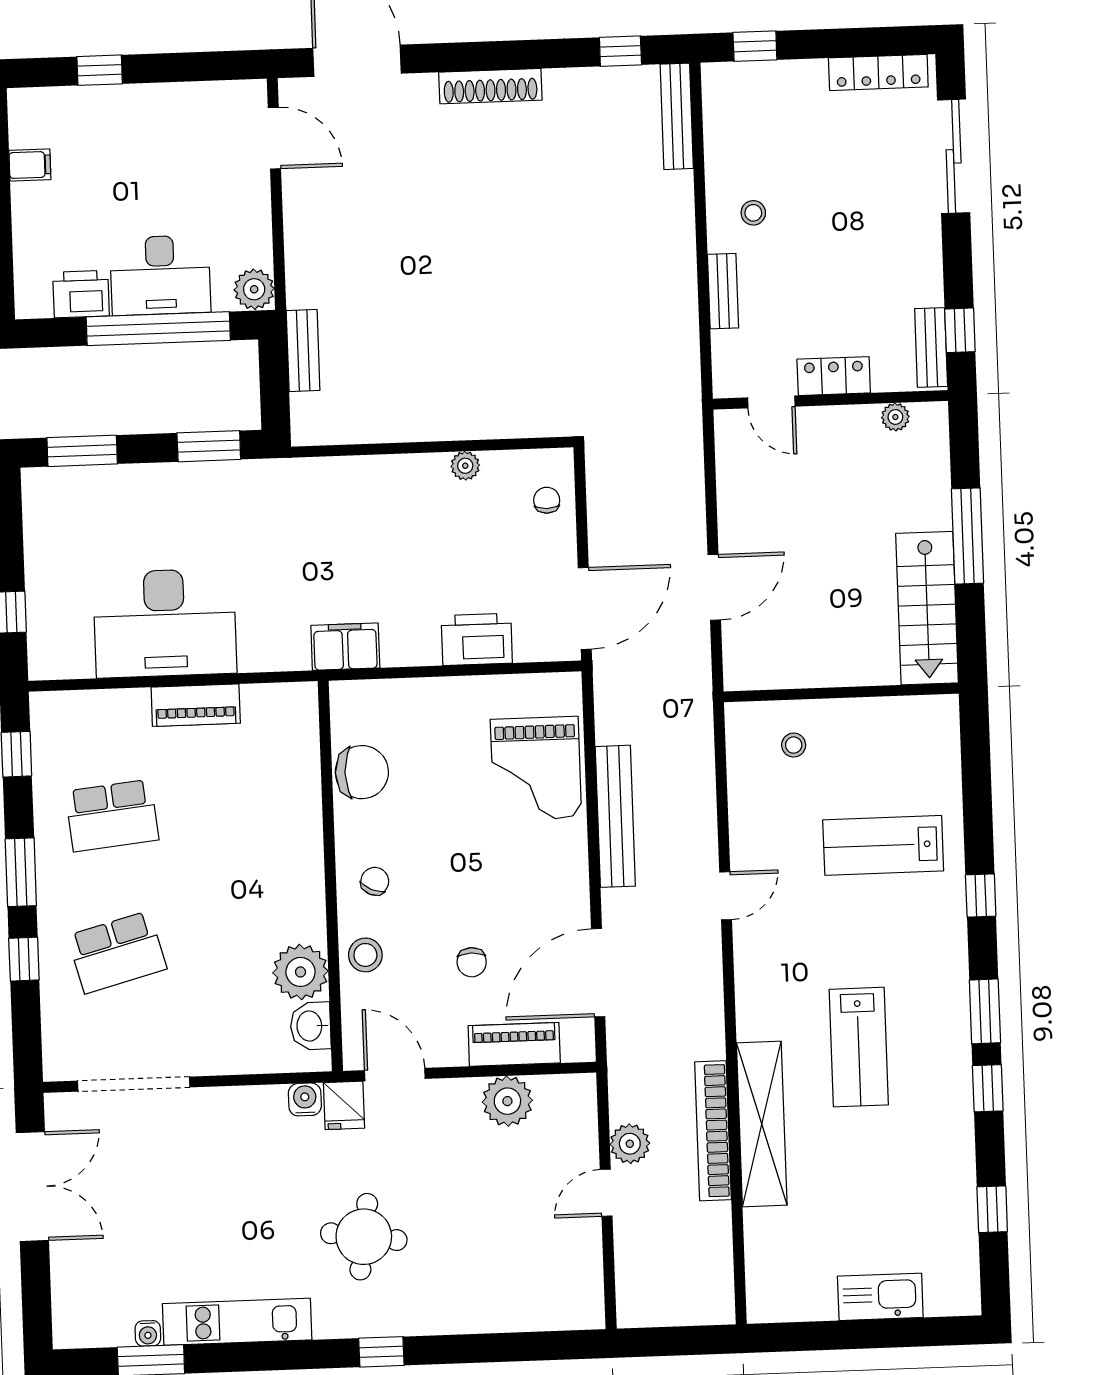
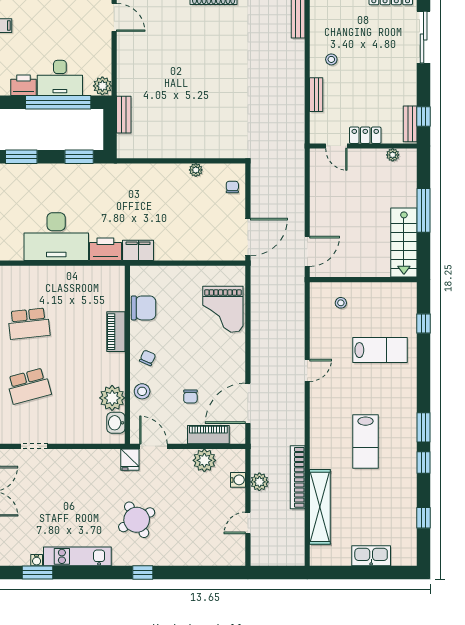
door: (714, 587) -> (307, 251), moved
printer: (477, 639) -> (105, 249), moved
piano: (196, 705) -> (116, 332), moved, turned 90
bench: (615, 816) -> (258, 332), removed
lab bench: (883, 845) -> (380, 350), turned 180
window: (981, 896) -> (424, 323), moved
doorway: (134, 1084) -> (34, 446), width x0.53
water cooler: (305, 1099) -> (238, 480), moved, turned 90
shelving: (762, 1124) -> (320, 507), moved
door: (606, 1193) -> (248, 523), moved
round table: (364, 1237) -> (137, 520), turned -37

